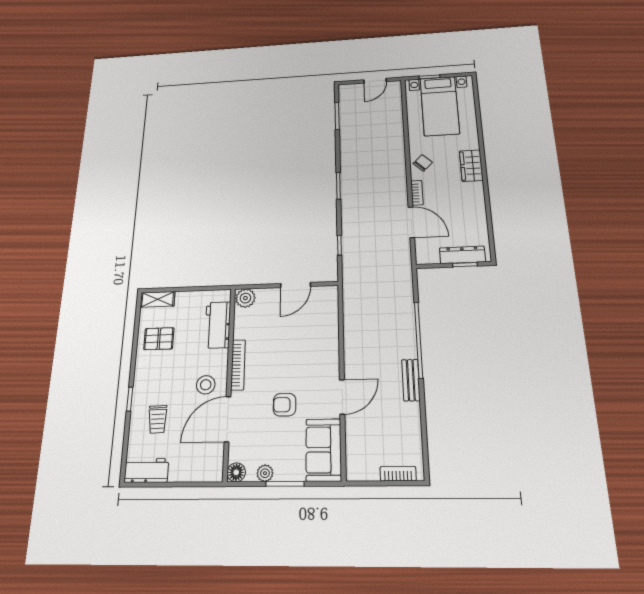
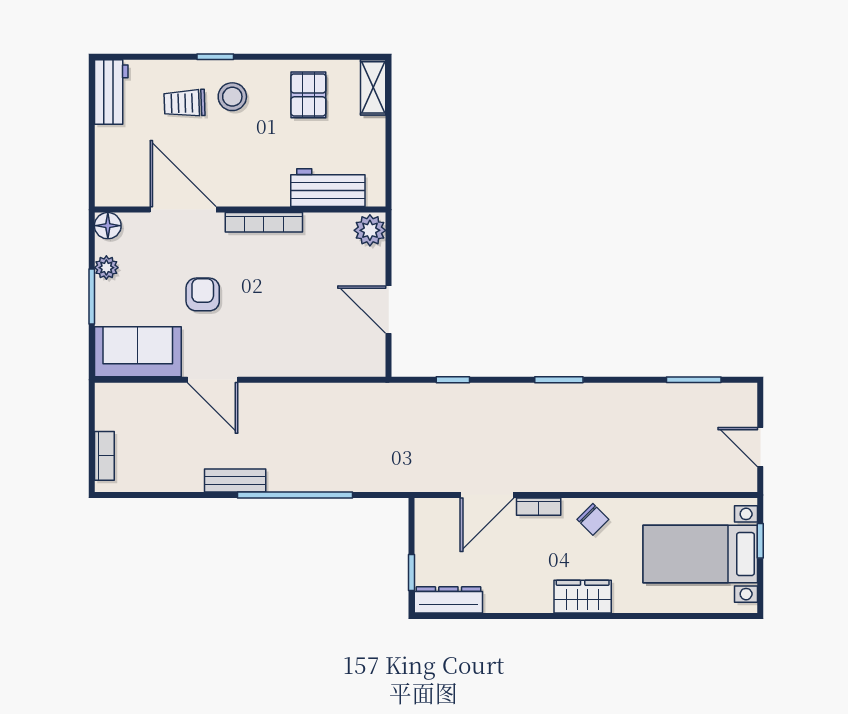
dresser: (462, 255) -> (448, 600), moved, turned -90
stool: (206, 385) -> (232, 97), moved

